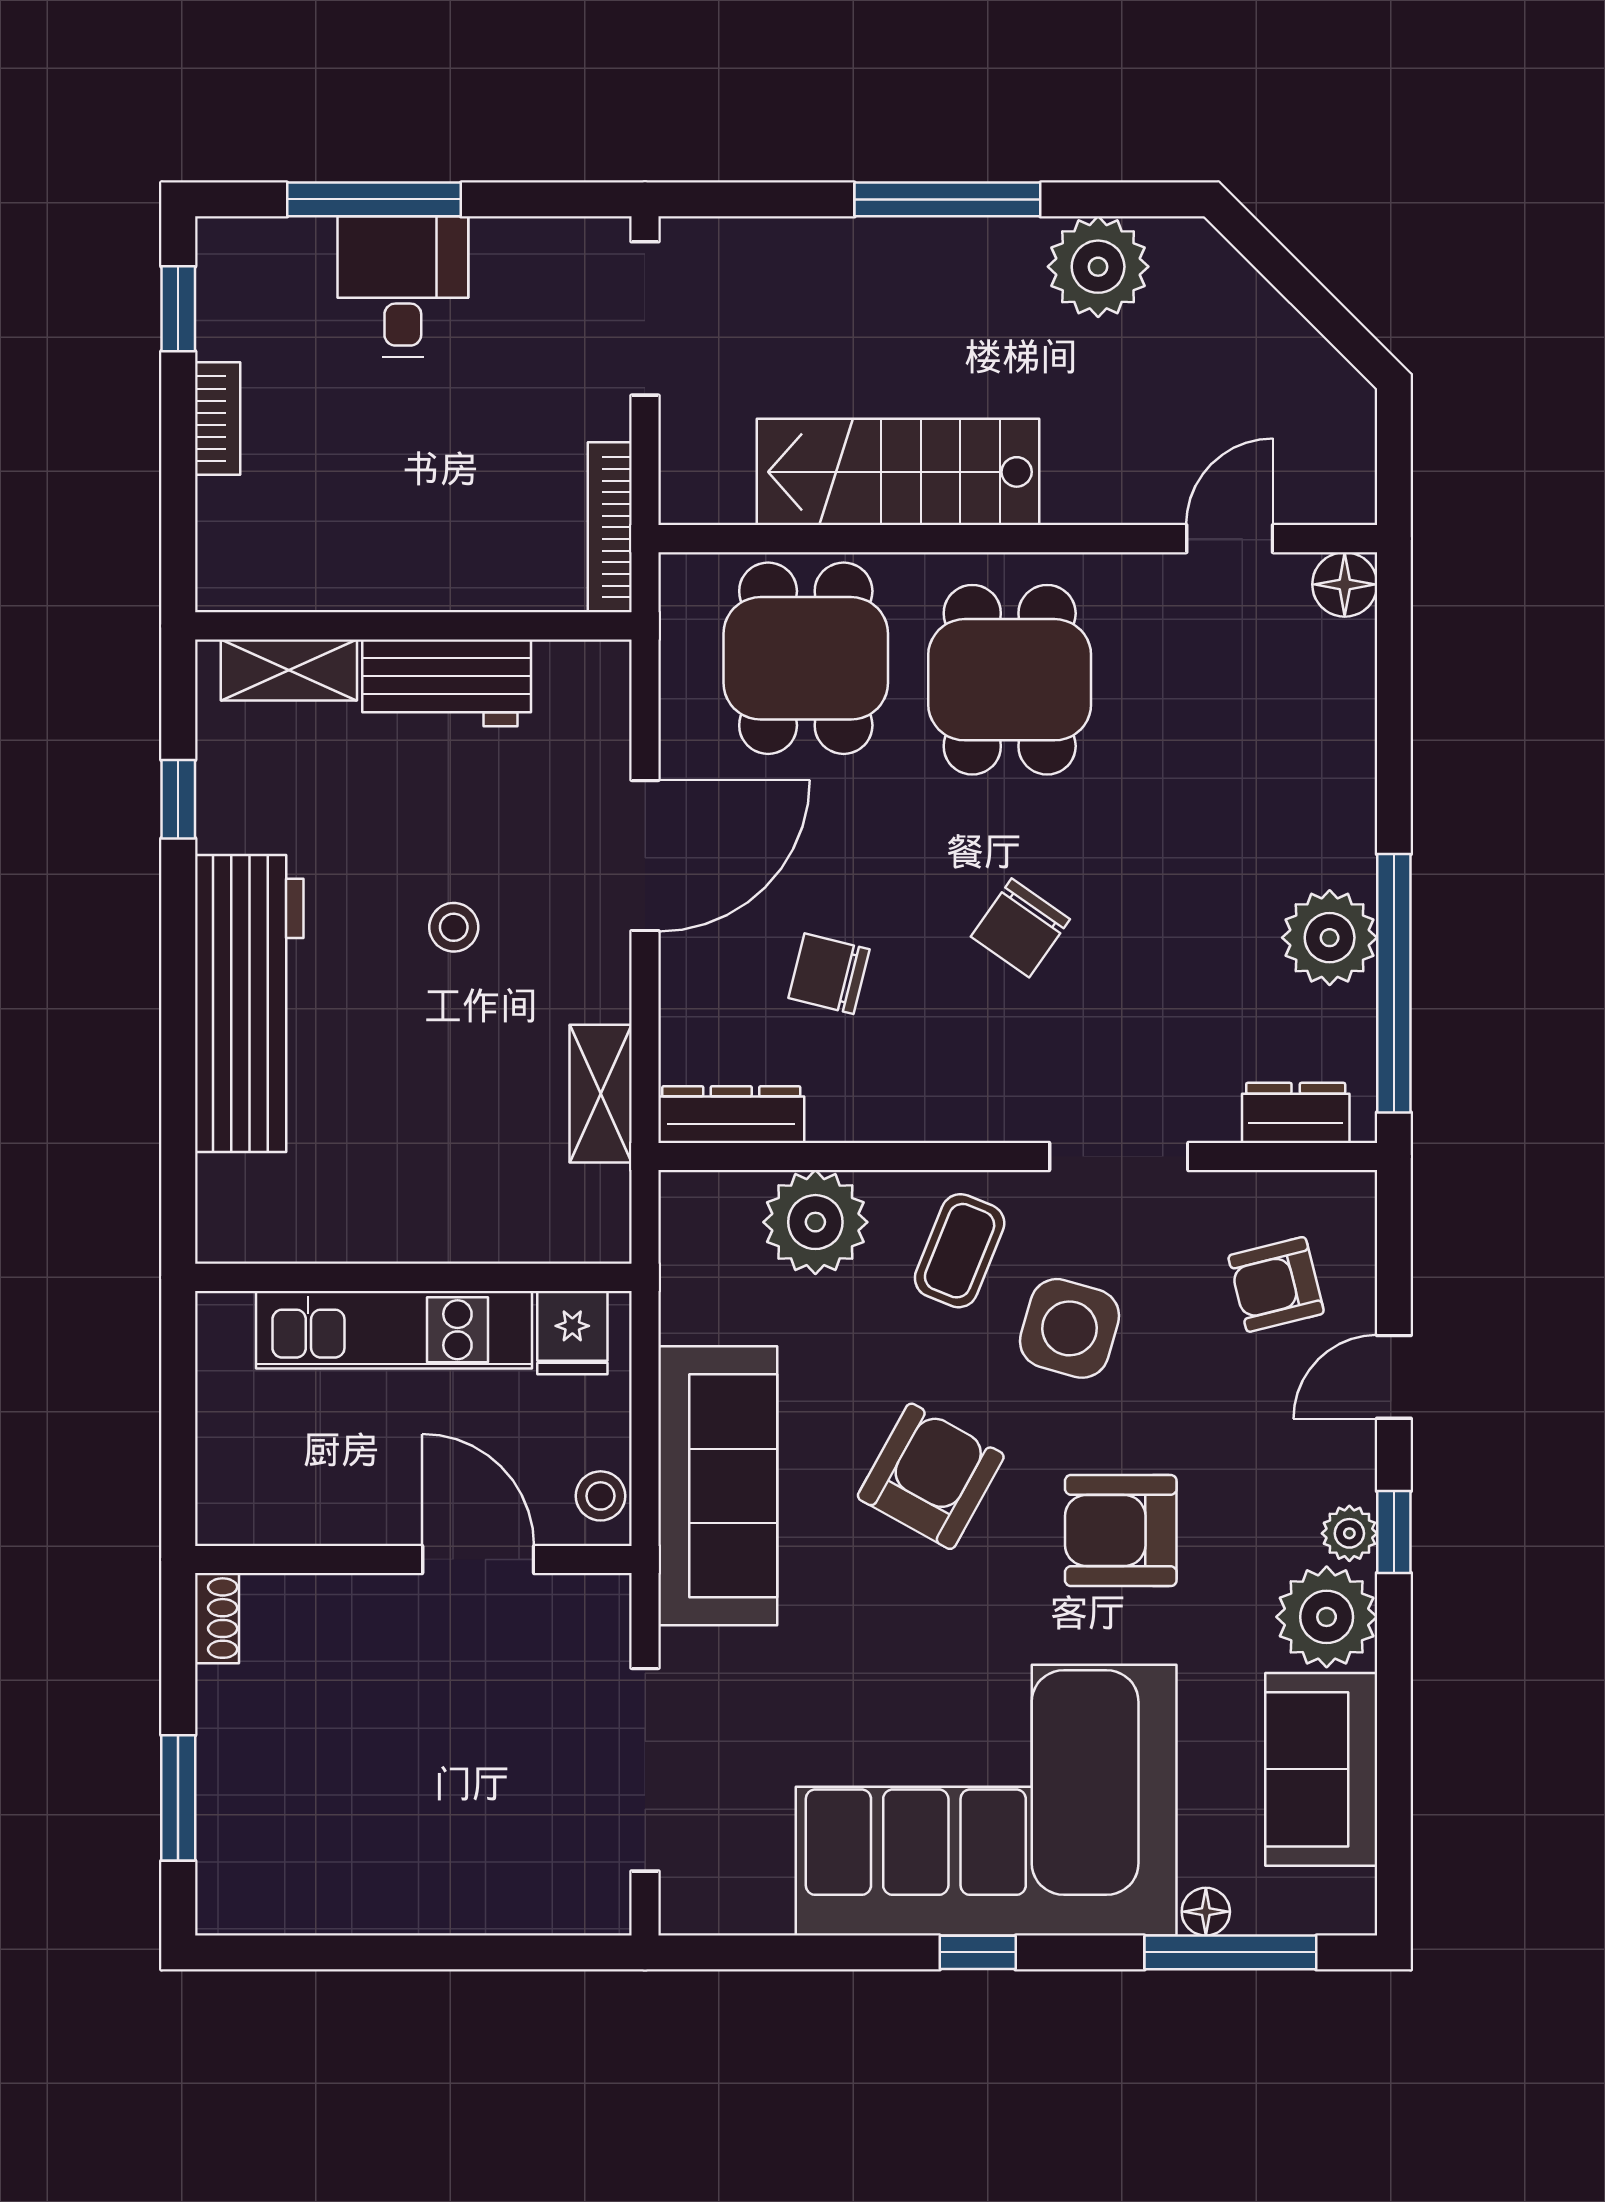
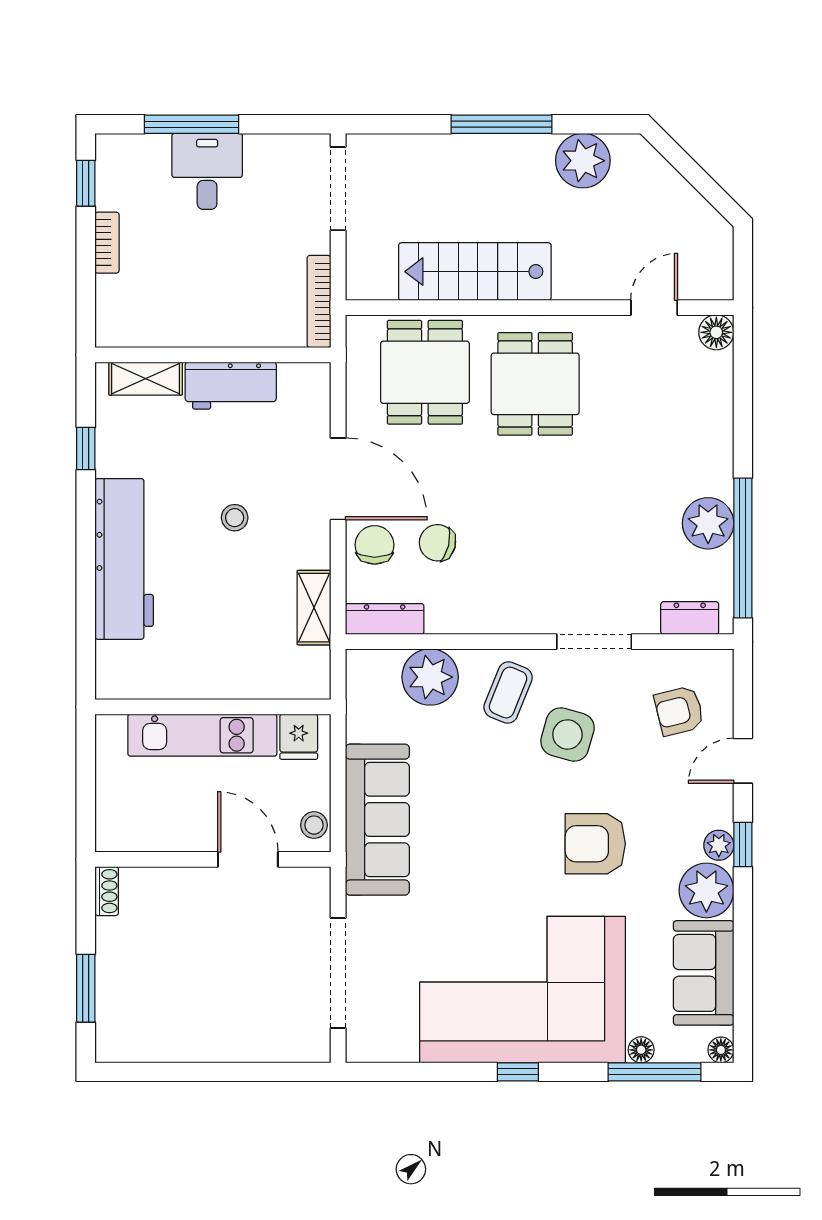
door: (645, 856) -> (338, 479), hinge flipped
chair: (1020, 928) -> (375, 545), moved, turned 145
armchair: (931, 1476) -> (492, 814), removed
floor lamp: (1353, 1912) -> (721, 1050), added

